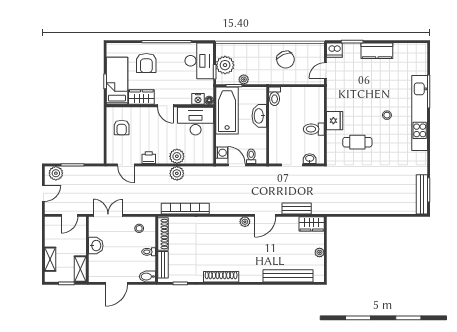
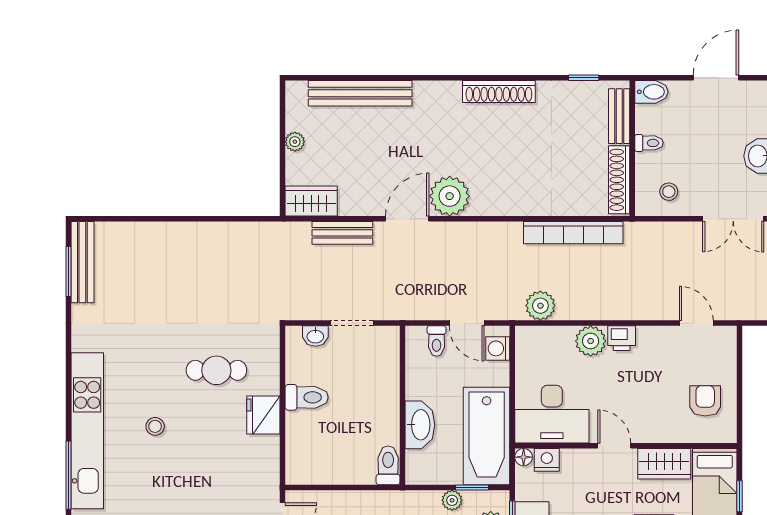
printer: (149, 158) -> (622, 338), moved
plant: (177, 173) -> (540, 306), moved
plant: (245, 222) -> (450, 196), width x1.87, depth x1.87

